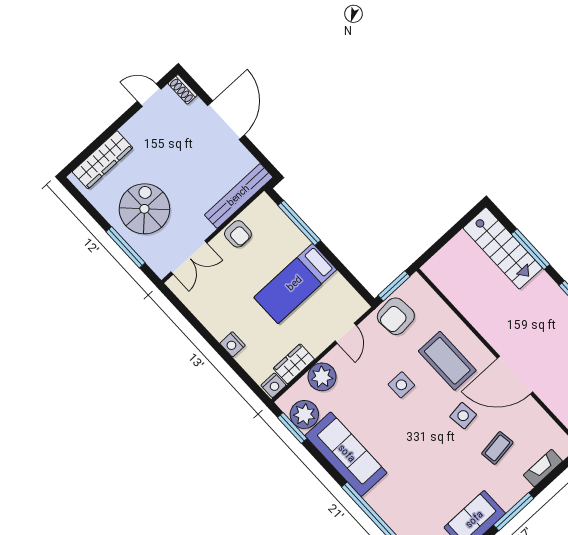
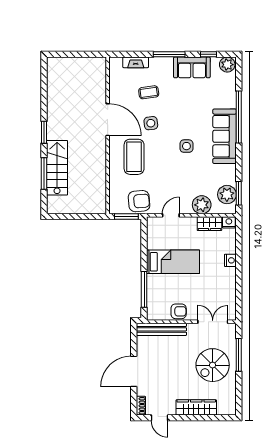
wardrobe: (102, 160) -> (196, 407), moved
armchair: (238, 234) -> (179, 311), turned 90
stairs: (503, 248) -> (57, 168), moved
side table: (401, 385) -> (186, 146), moved
sofa: (346, 454) -> (225, 136), moved

